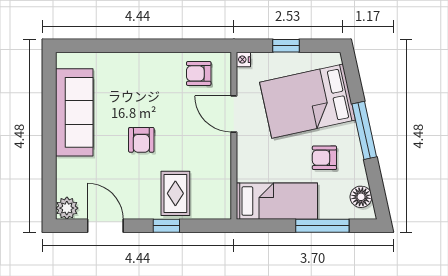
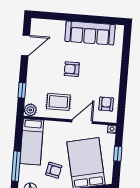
armchair: (324, 158) -> (54, 170), turned 102
rug: (175, 193) -> (58, 102), moved
plant: (67, 208) -> (30, 110), moved
window: (166, 226) -> (22, 90), moved

